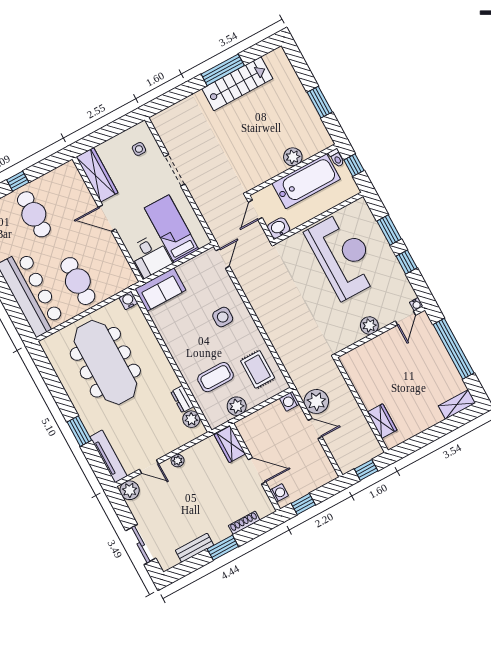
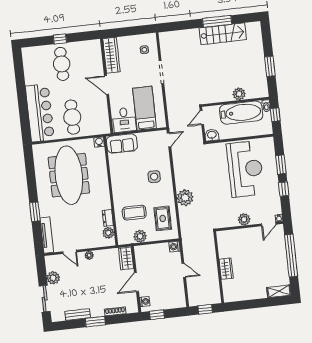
plant: (316, 401) -> (185, 198), moved
wardrobe: (382, 421) -> (226, 269), moved
door: (257, 471) -> (136, 282), swing flipped
plant: (130, 490) -> (53, 278), moved

